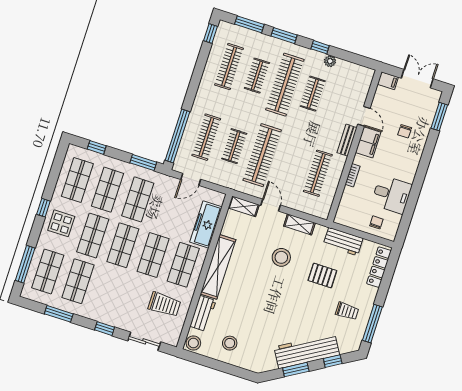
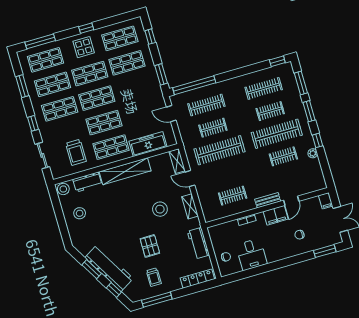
clothes rail: (318, 173) -> (233, 196), width x0.73
shop shelf: (138, 199) -> (60, 109), moved
door: (271, 205) -> (190, 179), swing flipped
pallet: (322, 276) -> (150, 246), moved

